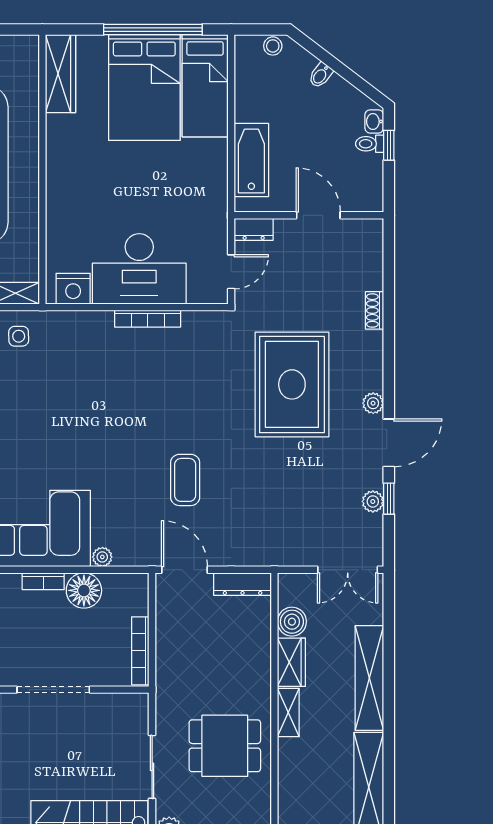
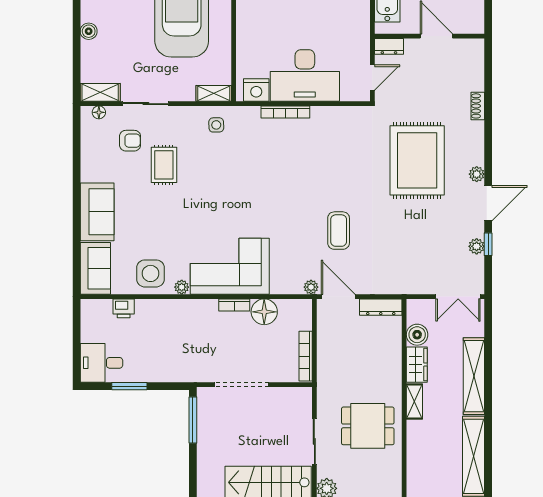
bookcase: (148, 319) -> (285, 112), moved
plant: (102, 557) -> (311, 287), moved

